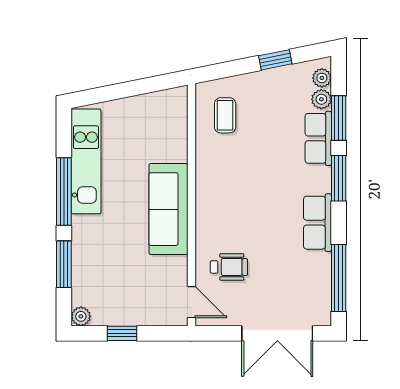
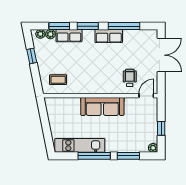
window: (339, 278) -> (124, 26), moved

